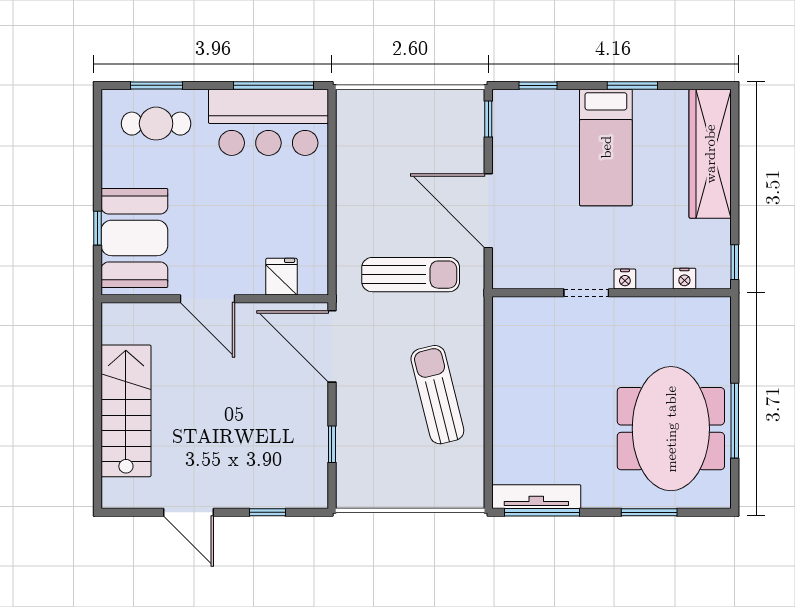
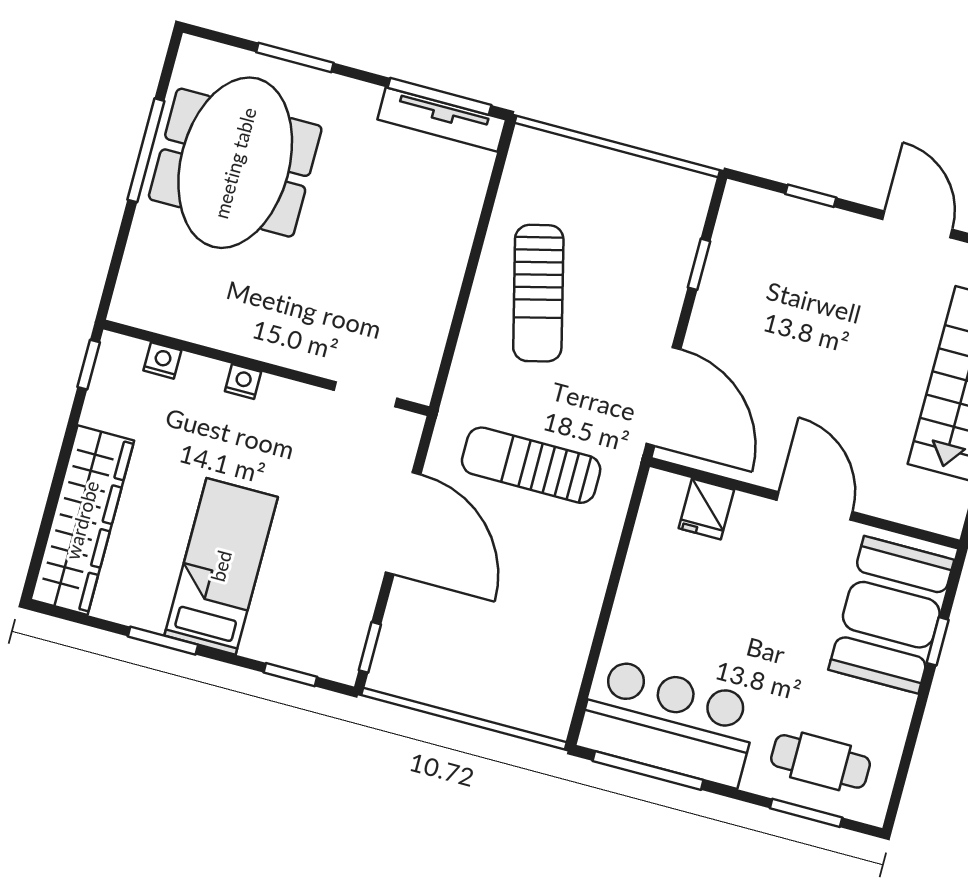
doorway: (586, 293) -> (365, 394), moved

